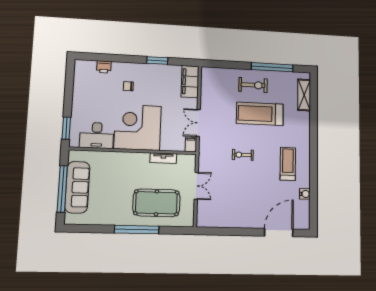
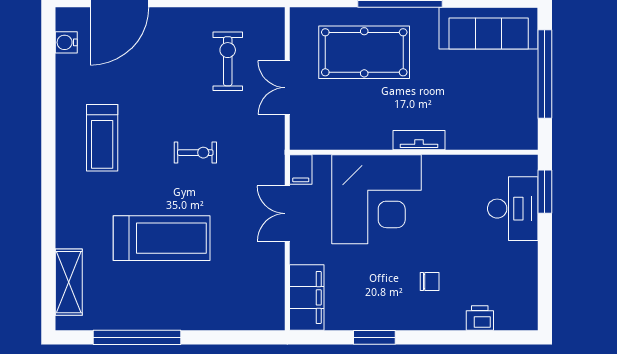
exercise bike: (253, 85) -> (228, 61), moved, turned 90
double door: (198, 123) -> (287, 214), swing flipped
corner desk: (138, 127) -> (377, 199), moved
desk: (97, 135) -> (513, 209), moved, turned 90
tv unit: (163, 158) -> (419, 140), moved
sofa: (77, 187) -> (489, 28), moved, turned -90
water cooler: (305, 194) -> (66, 42), moved

